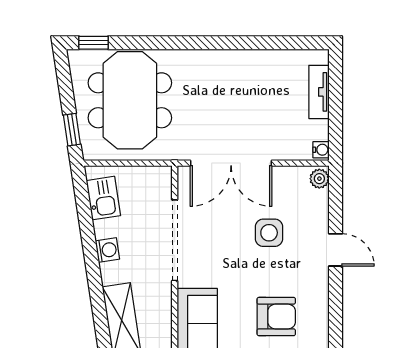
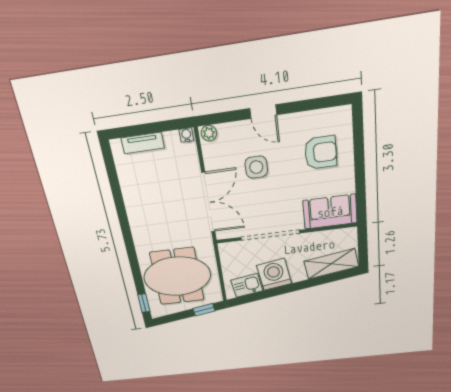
washing machine: (107, 250) -> (274, 274), width x1.89, depth x1.89
door: (335, 250) -> (263, 112), swing flipped
armchair: (276, 317) -> (321, 153), turned 90

